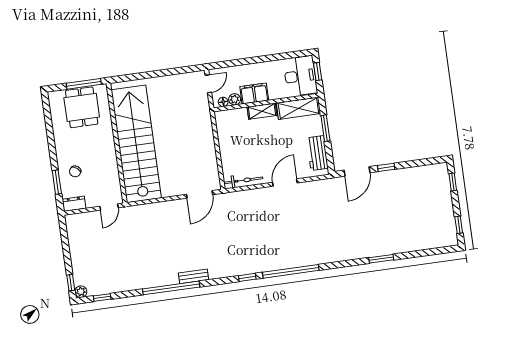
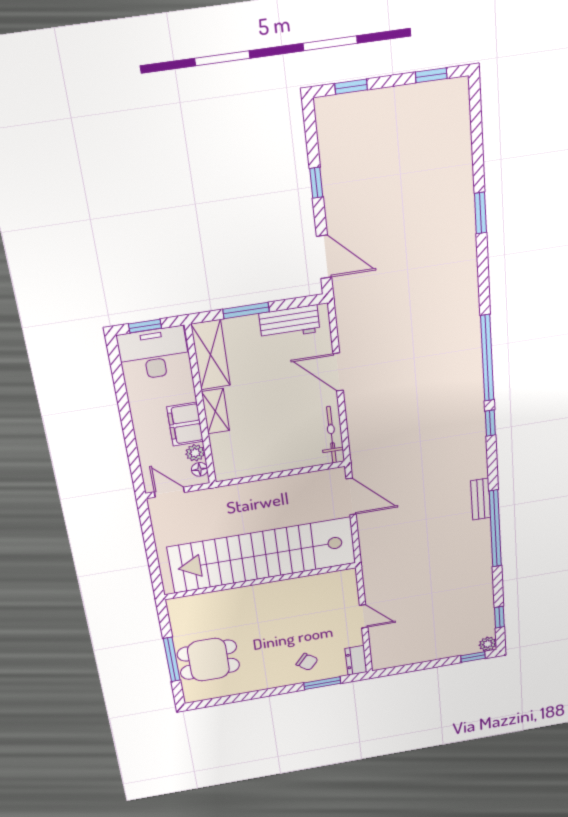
wall: (117, 143) -> (261, 581), moved
stairs: (136, 144) -> (262, 555), moved
window: (386, 167) -> (316, 183), moved

